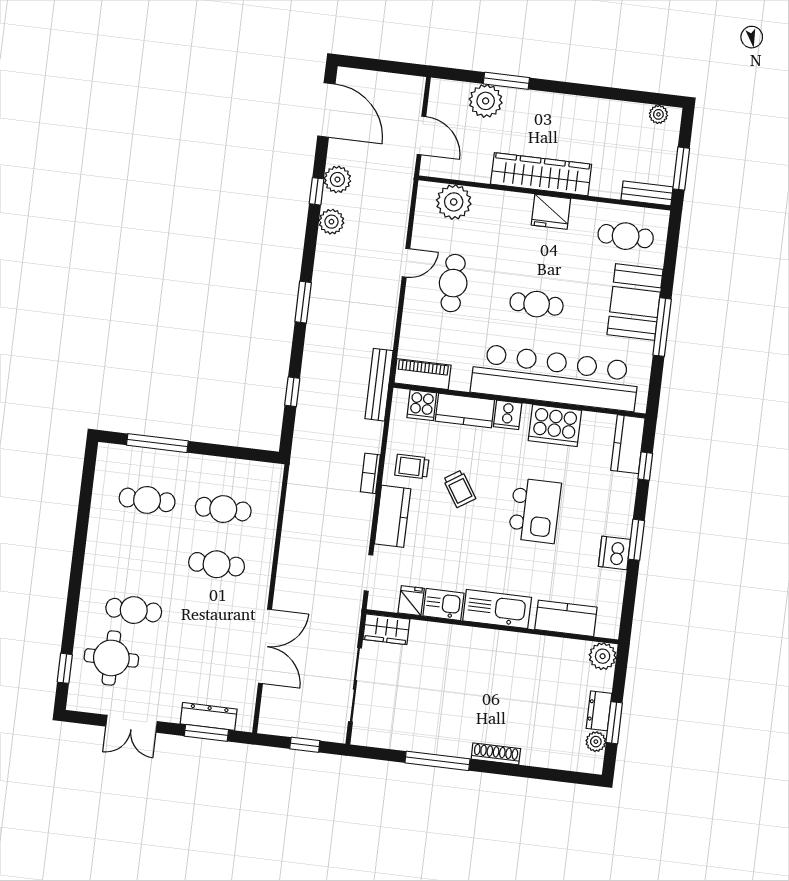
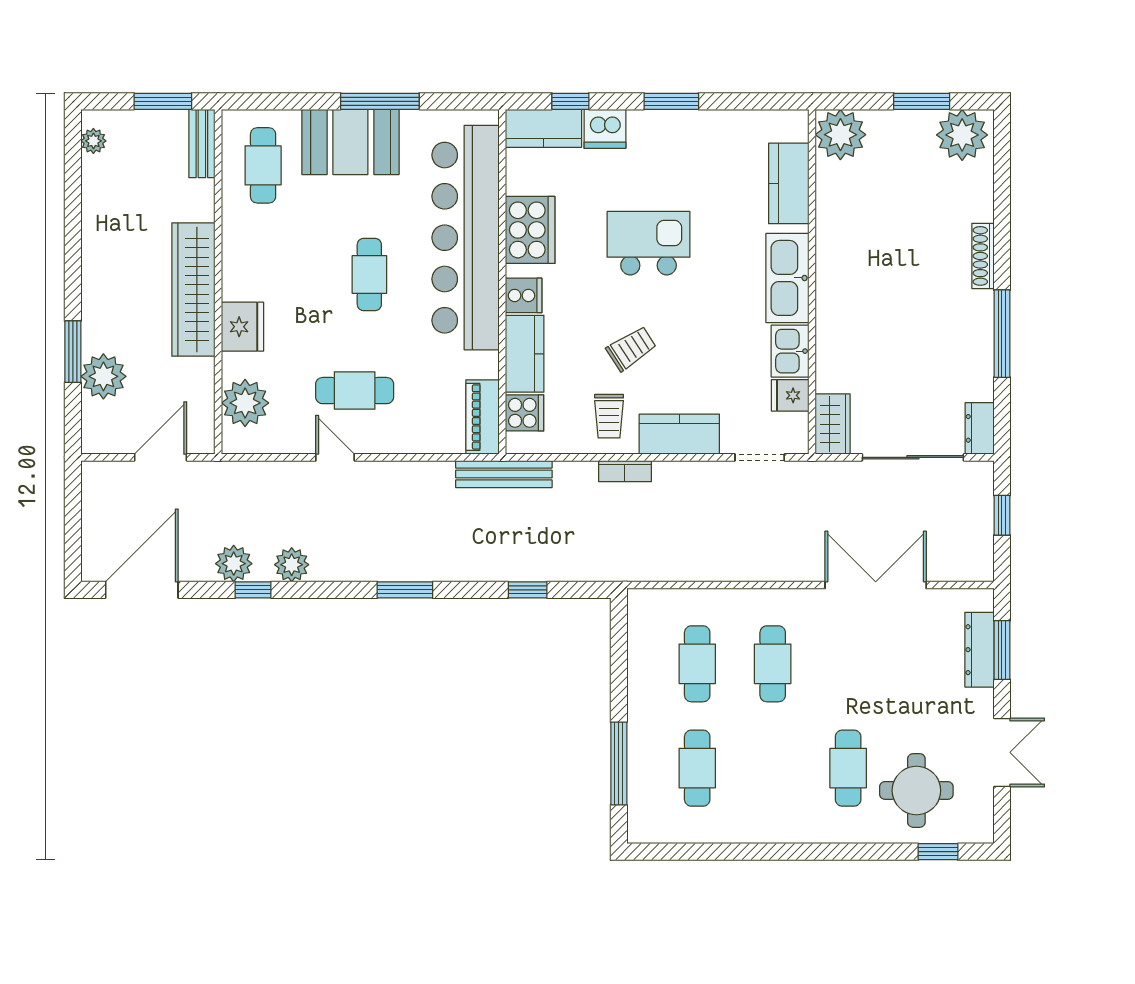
fridge: (551, 212) -> (242, 327), moved
dishwasher: (614, 553) -> (605, 129), moved
plant: (603, 656) -> (840, 135), width x1.36, depth x1.36
dresser: (599, 711) -> (980, 428), moved, turned 90
plant: (596, 742) -> (962, 135), width x1.88, depth x1.88

